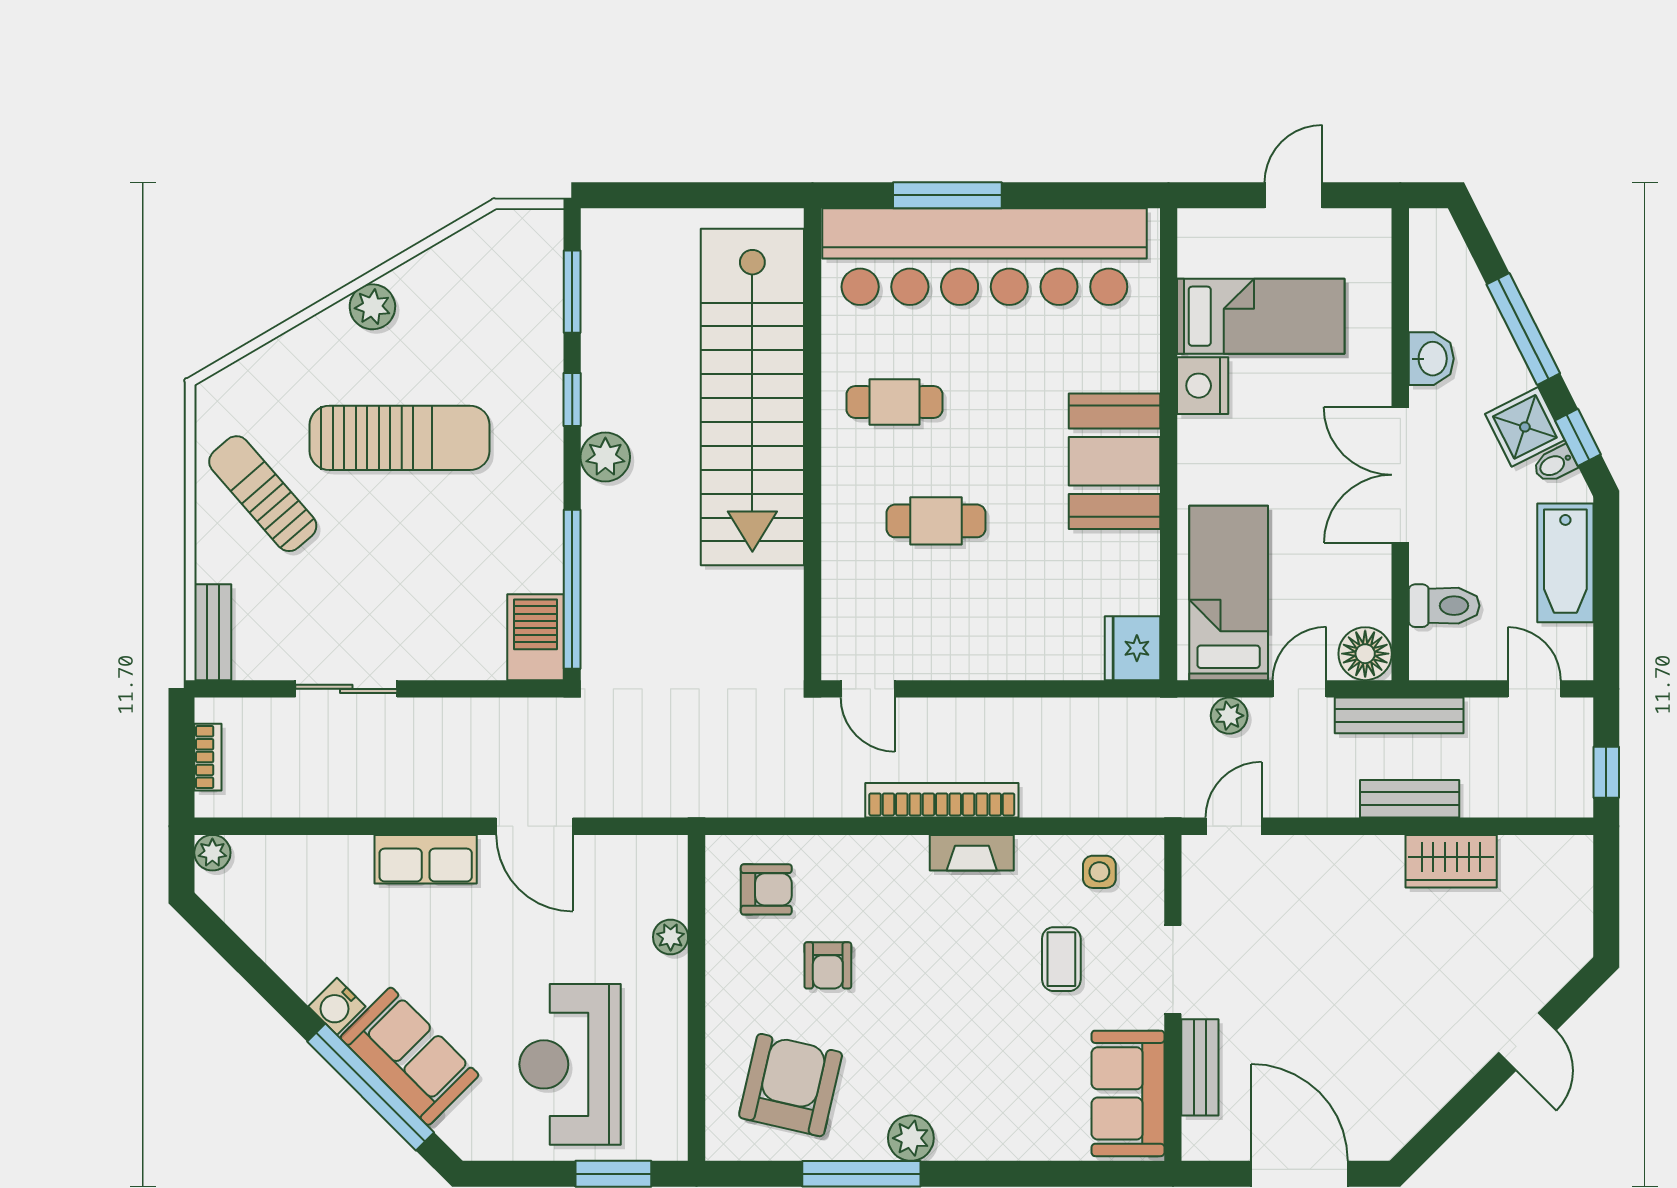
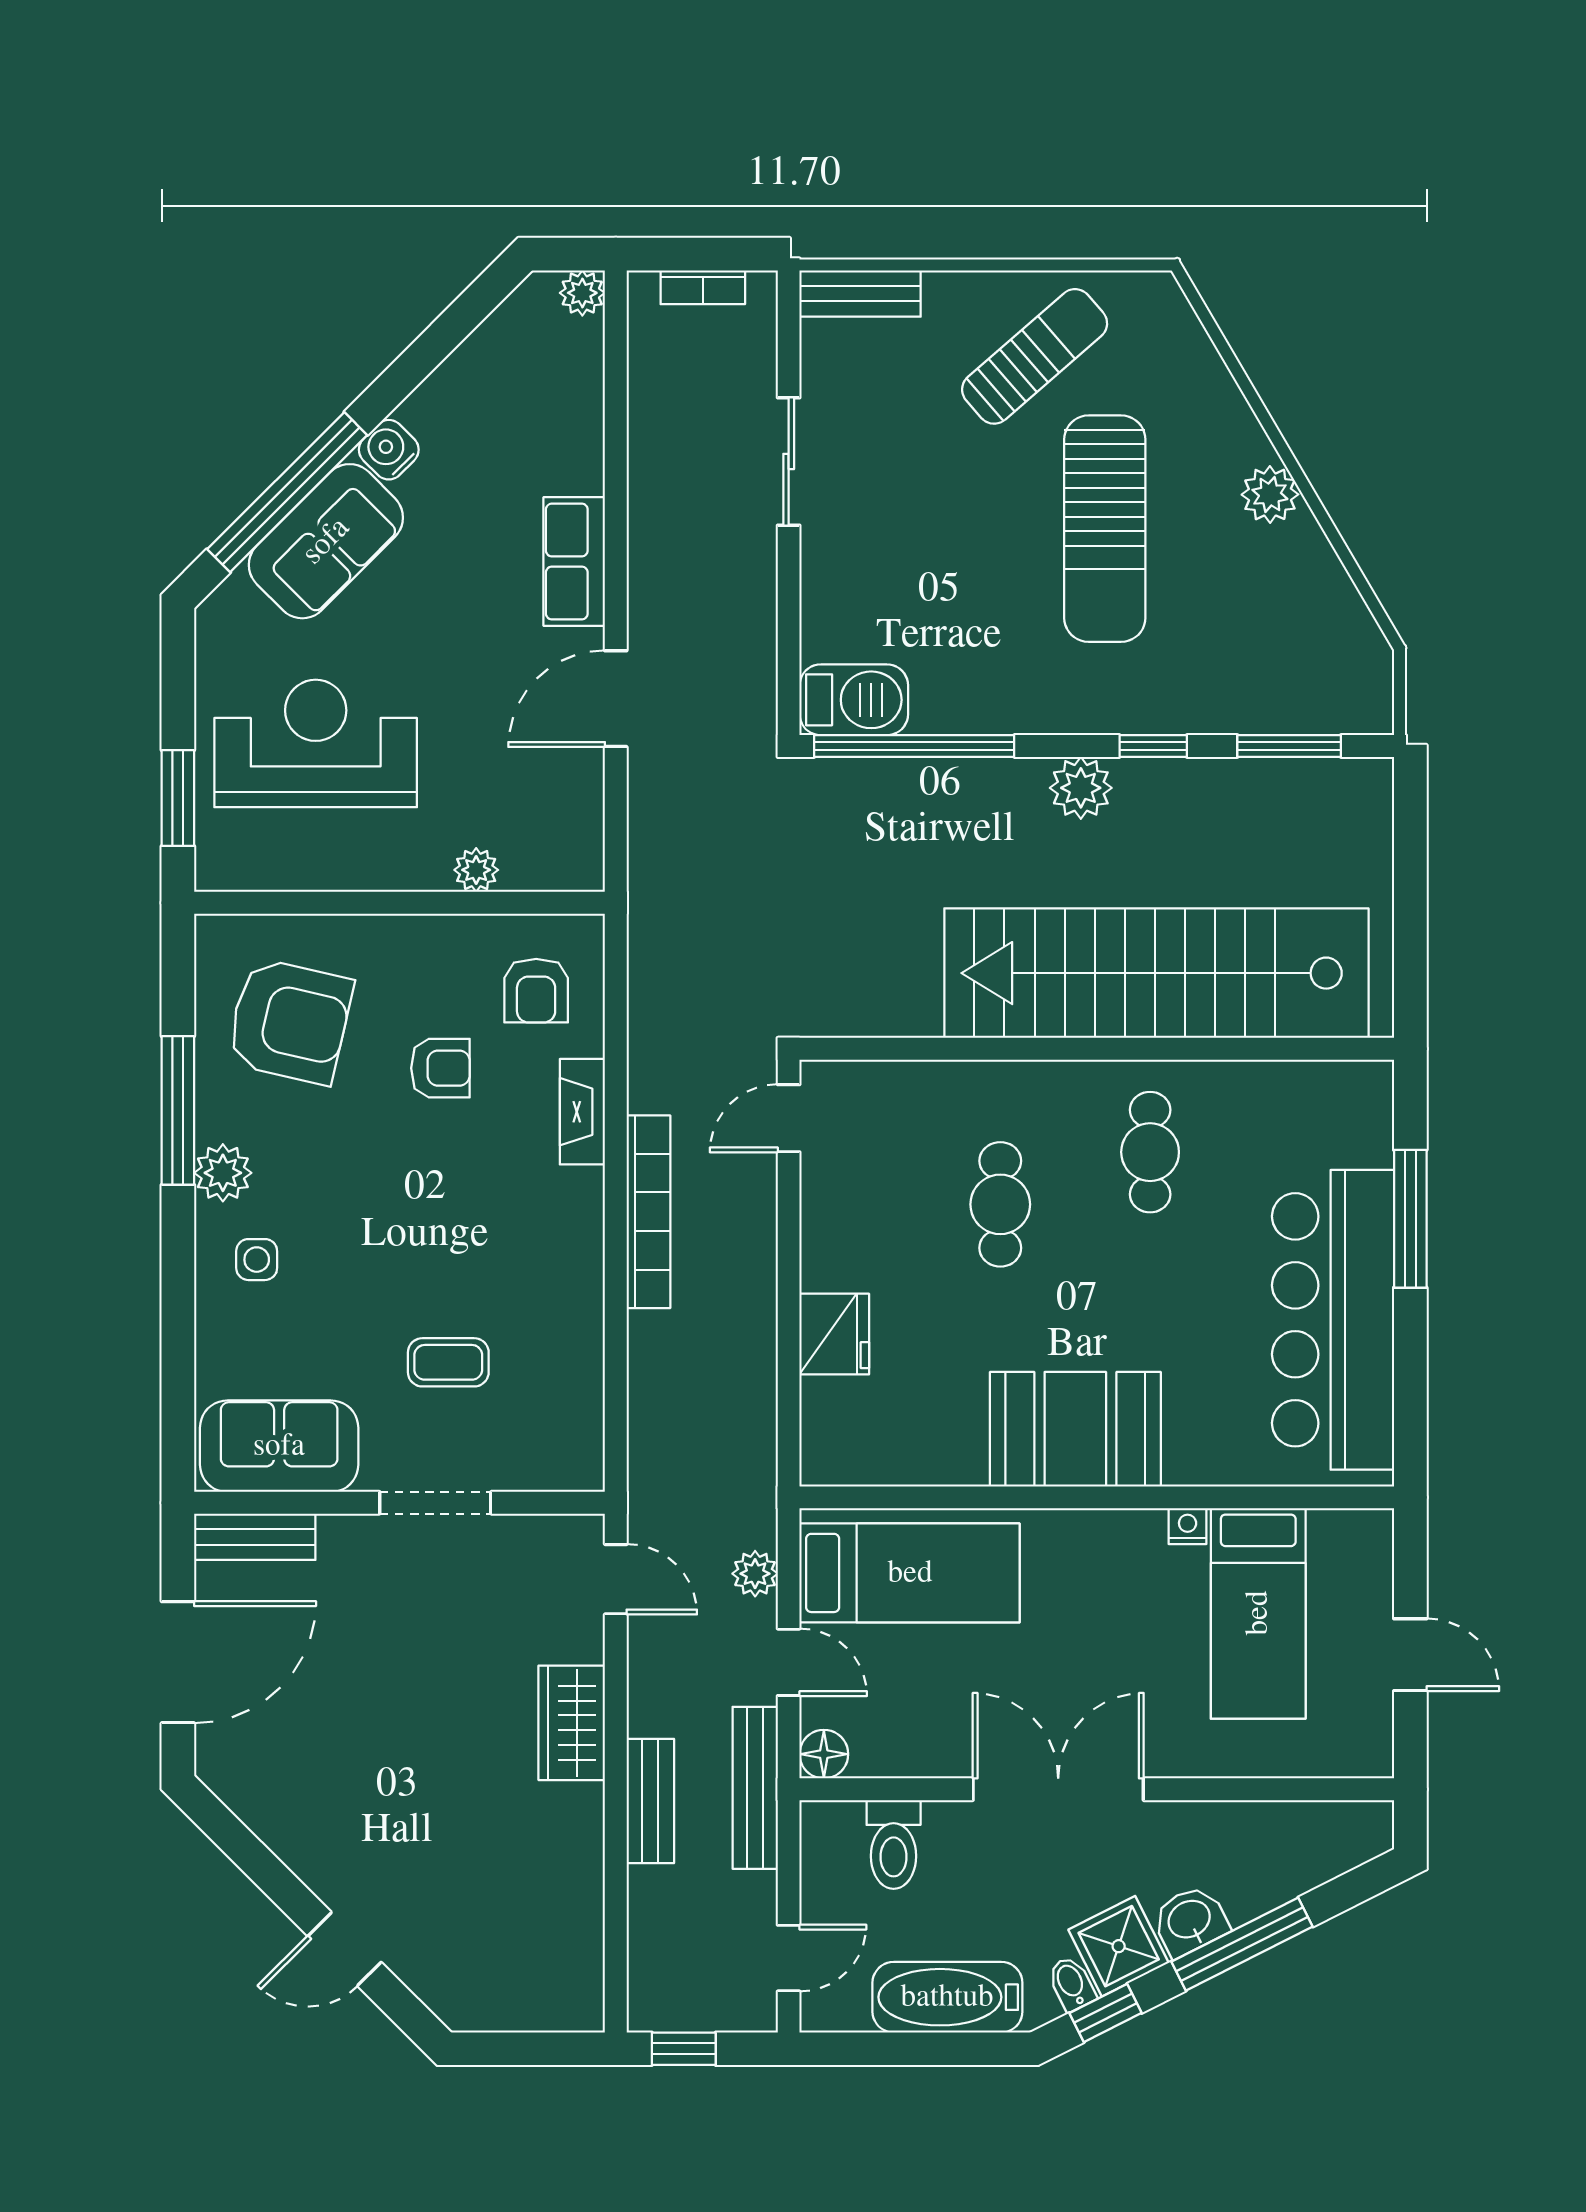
bar counter: (984, 257) -> (1333, 1320), width x0.73
washbasin: (1431, 359) -> (1190, 1921), moved, turned 153
nightstand: (1203, 386) -> (1188, 1526), width x0.53, depth x0.56
fridge: (1132, 648) -> (834, 1334), moved, turned 90
floor lamp: (1365, 654) -> (824, 1754), width x0.73, depth x0.73
fireplace: (972, 853) -> (582, 1112), moved
wardrobe: (1451, 861) -> (572, 1723), moved
side table: (1099, 872) -> (257, 1260), moved
armchair: (828, 965) -> (440, 1068), turned 180
bench: (1200, 1067) -> (255, 1537), moved

